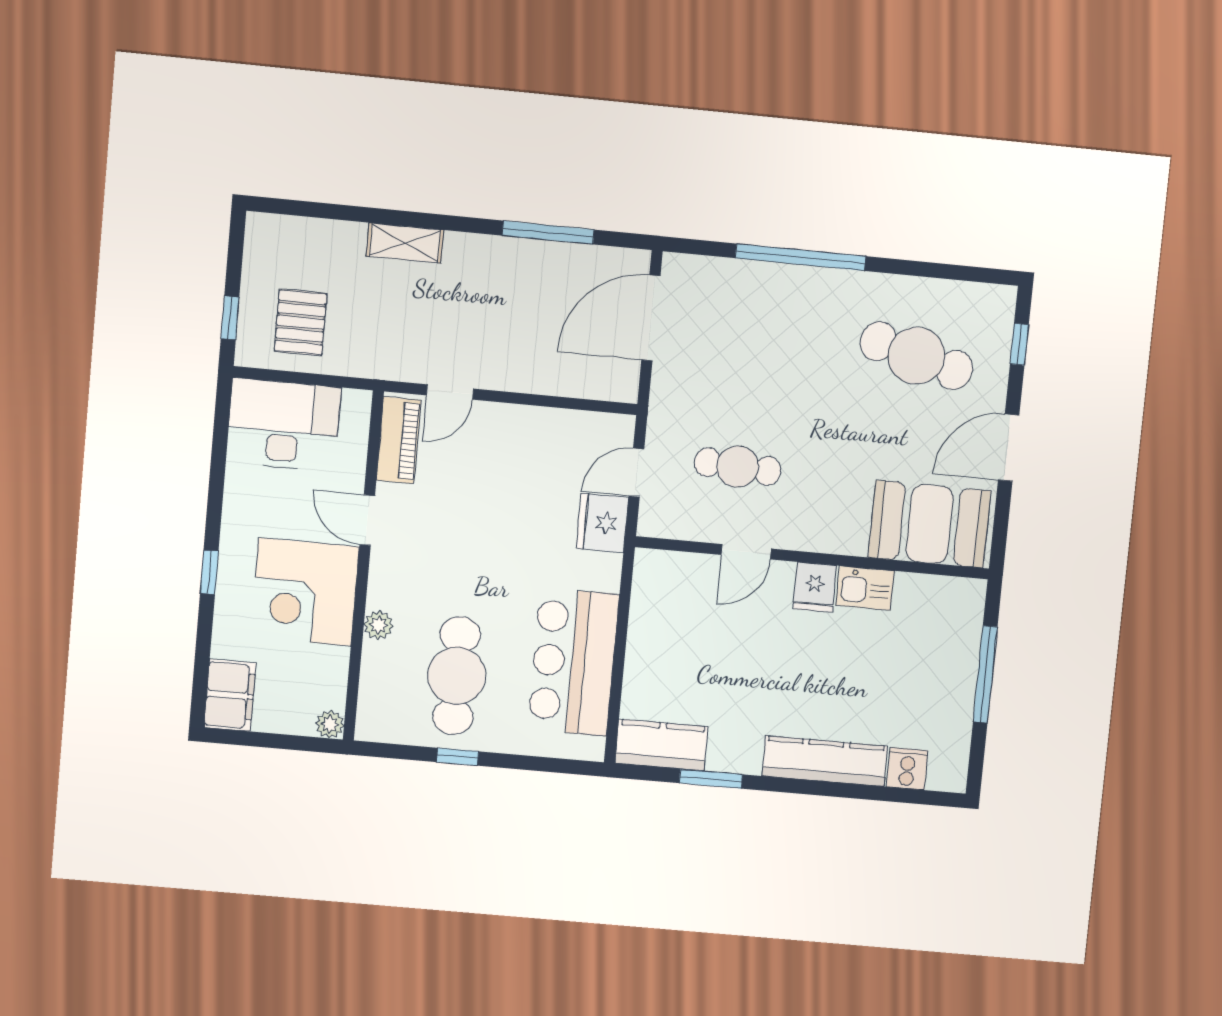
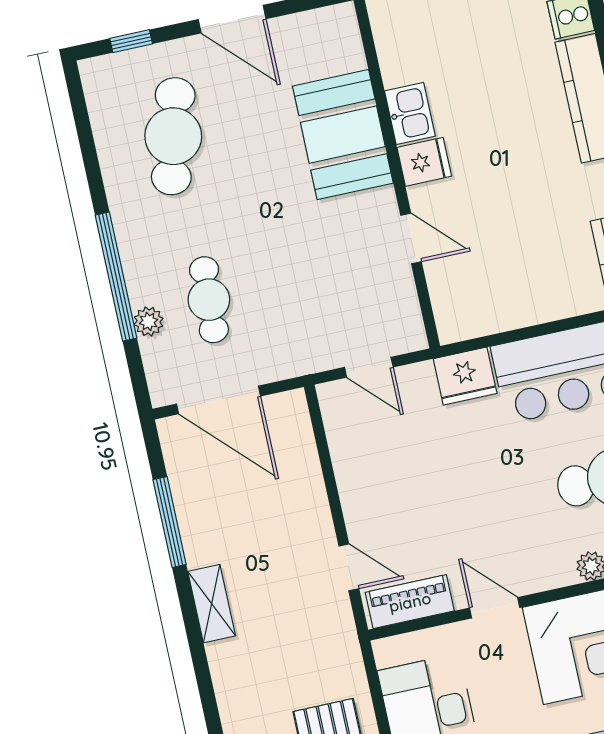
shelving: (405, 243) -> (212, 604), moved
plant: (748, 275) -> (149, 321), added
cafe table: (738, 467) -> (209, 300), moved
door: (367, 520) -> (495, 608), swing flipped
fridge: (602, 523) -> (465, 376), moved
booth: (929, 524) -> (343, 135), moved

